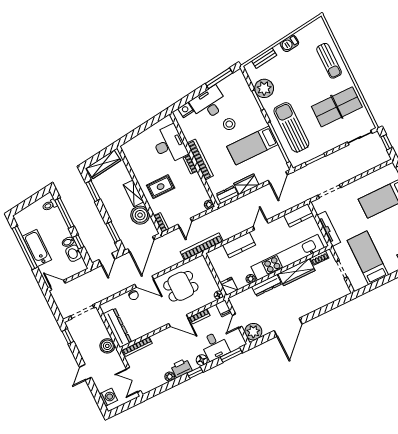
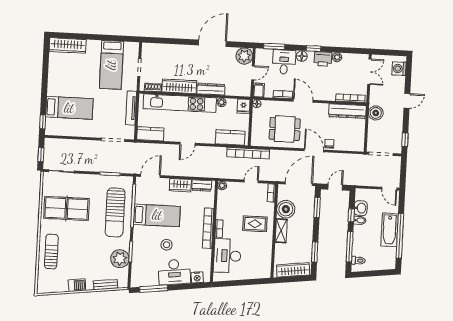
kitchen counter: (239, 245) -> (230, 137), moved
dresser: (117, 328) -> (347, 111), moved, turned -90

